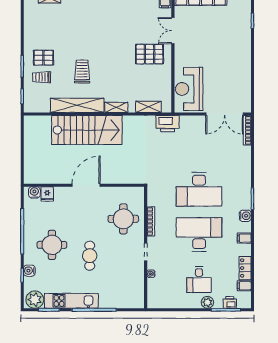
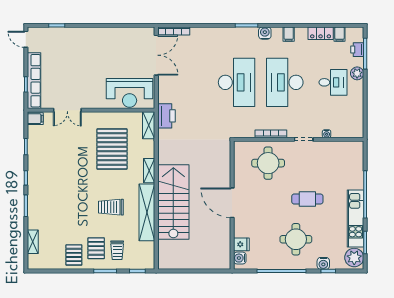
pallet: (37, 37) -> (74, 255), added
pallet: (150, 54) -> (112, 149), moved, width x1.37, depth x1.41
shelving: (148, 107) -> (149, 125), moved

